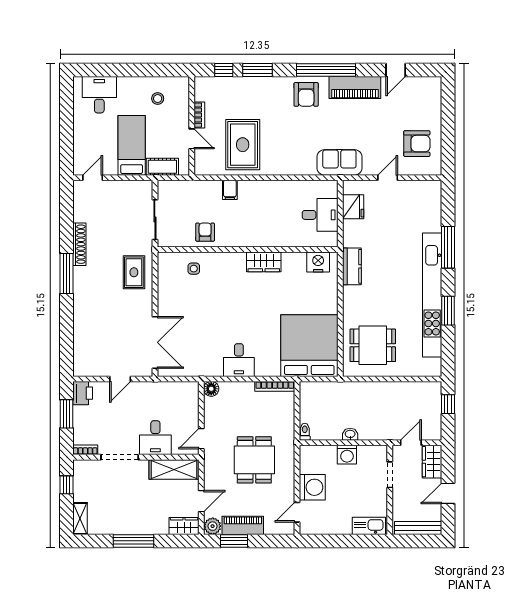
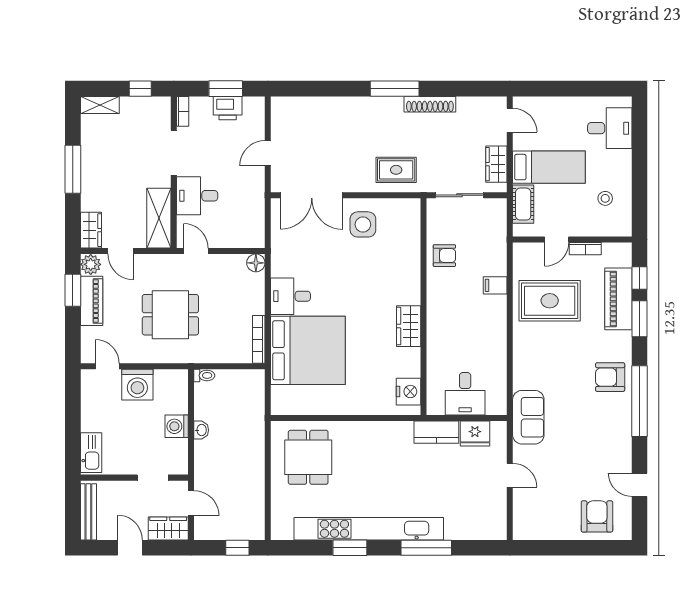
piano: (355, 88) -> (618, 299), moved
armchair: (417, 144) -> (597, 516), moved, turned 180
wardrobe: (129, 189) -> (496, 164), added
kitchen counter: (352, 266) -> (436, 432), moved
side table: (194, 269) -> (363, 224), moved, width x1.87, depth x1.87
bed: (309, 346) -> (308, 350), moved
door: (120, 379) -> (268, 153), hinge flipped
printer: (83, 393) -> (228, 108), moved

